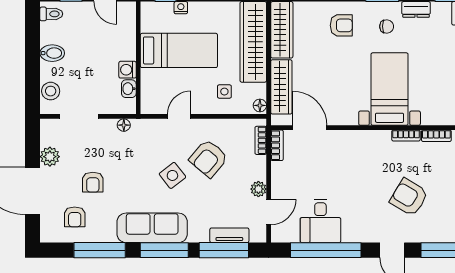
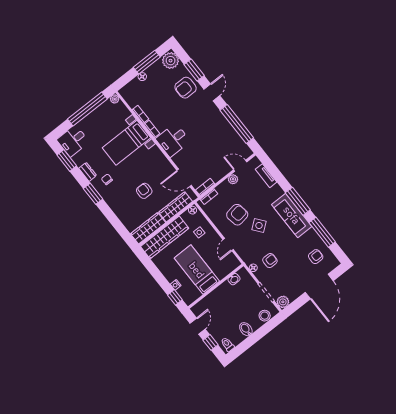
armchair: (341, 25) -> (144, 191), moved
washing machine: (128, 70) -> (225, 287), removed
bed with nightstands: (390, 89) -> (127, 143), moved
door: (179, 116) -> (228, 245), hinge flipped
door: (310, 128) -> (184, 178), hinge flipped
plant: (50, 157) -> (283, 302), moved
armchair: (209, 158) -> (237, 215), turned -49
armchair: (93, 182) -> (270, 261), moved
armchair: (409, 197) -> (186, 88), moved, turned 59
desk: (320, 221) -> (173, 140), moved, turned 180
window: (224, 250) -> (275, 173), removed

